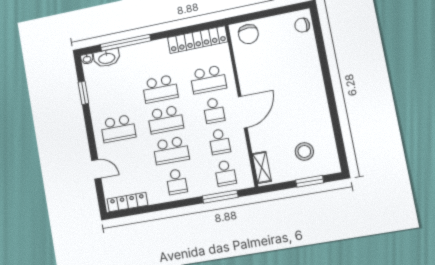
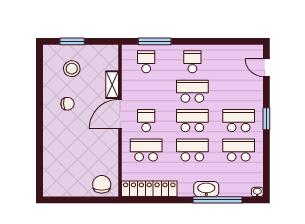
chair: (302, 25) -> (67, 104), moved
washbasin: (107, 58) -> (206, 189), moved
window: (83, 93) -> (266, 119), moved
school desk: (220, 142) -> (239, 150), moved, width x1.85
shelving: (262, 167) -> (112, 85), moved
door: (96, 169) -> (266, 68), moved
locker: (127, 202) -> (242, 51), removed

